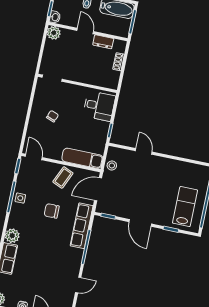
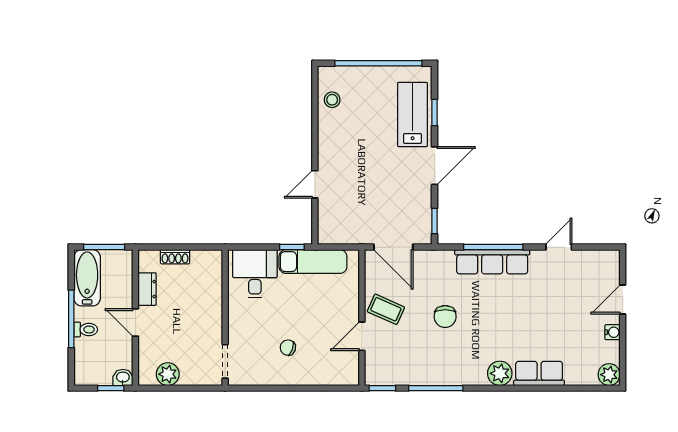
door: (85, 31) -> (135, 323), hinge flipped
plant: (54, 33) -> (168, 374), moved
door: (34, 157) -> (362, 336), moved
exam couch: (82, 158) -> (313, 262), moved, turned -90
stool: (112, 165) -> (332, 100), moved
side table: (20, 198) -> (435, 373), removed
lab bench: (185, 207) -> (412, 115), moved, turned 90
row of seats: (82, 226) -> (492, 262), moved
door: (78, 285) -> (559, 247), hinge flipped

